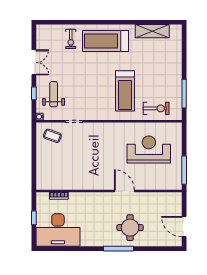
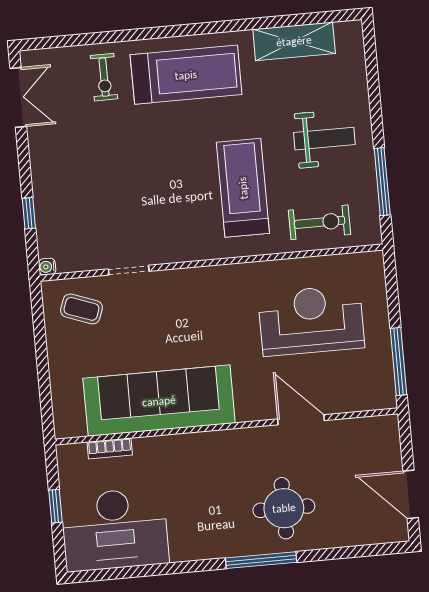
treadmill: (105, 41) -> (186, 75), turned 180
double door: (34, 62) -> (18, 97), moved
treadmill: (125, 91) -> (243, 188), turned 180
weight bench: (54, 94) -> (324, 139), moved, turned 90
sofa: (82, 177) -> (159, 401), added
door: (124, 191) -> (301, 420), moved

